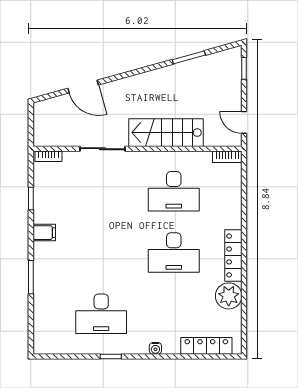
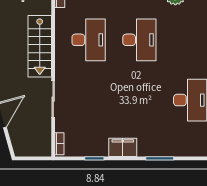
filing cabinet: (44, 233) -> (123, 147), width x2.00

